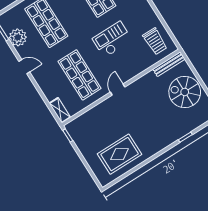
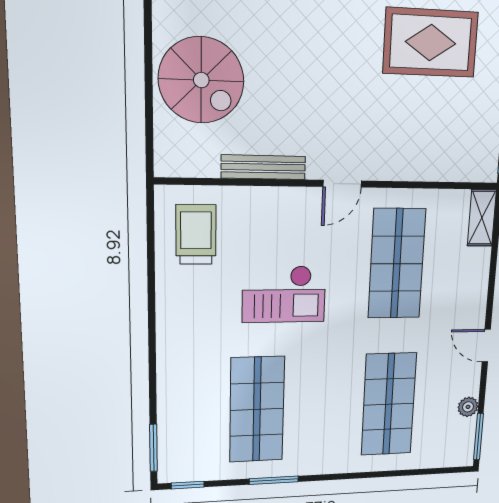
plant: (18, 37) -> (468, 407), width x0.53, depth x0.53
bench: (169, 64) -> (263, 167), moved

